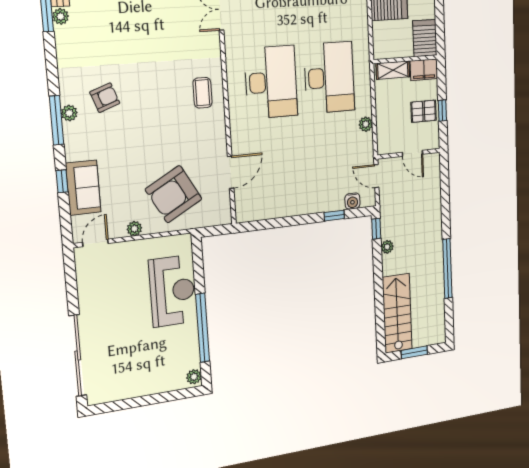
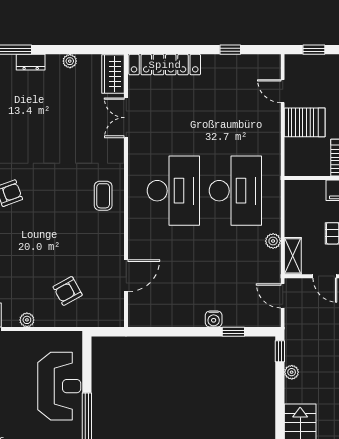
shelving: (393, 70) -> (293, 256), moved, turned 90
armchair: (174, 194) -> (68, 291), width x0.53, depth x0.53
water cooler: (352, 201) -> (214, 319), moved

